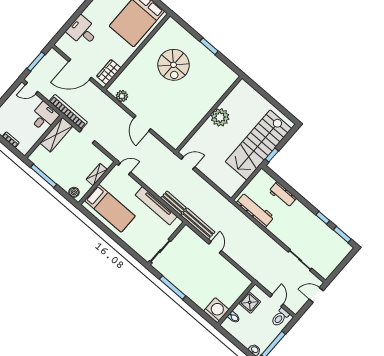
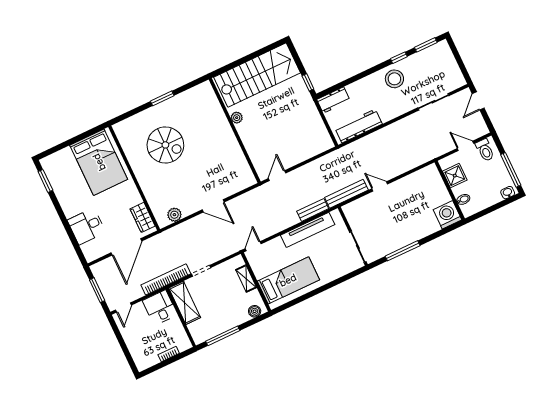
plant: (220, 117) -> (237, 118), width x0.53, depth x0.53
stairs: (258, 145) -> (257, 75), moved, turned -90
workbench: (283, 195) -> (333, 100), moved
stool: (305, 222) -> (394, 79), added

